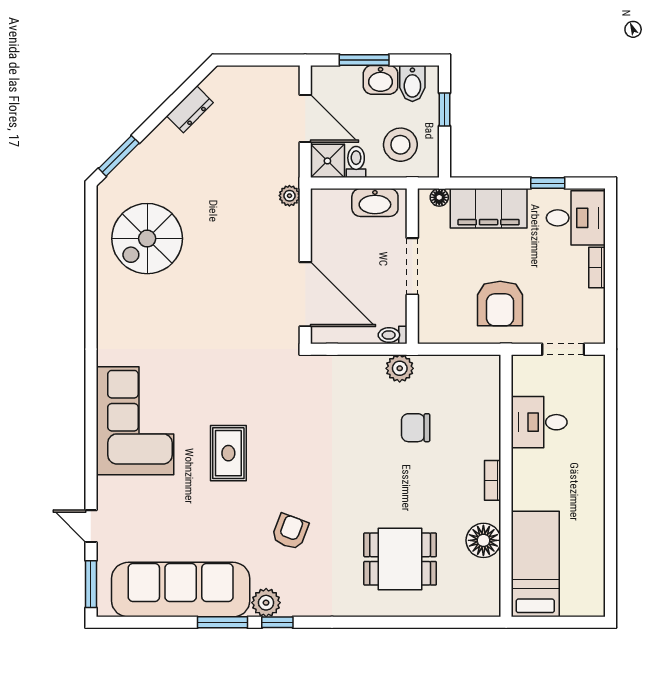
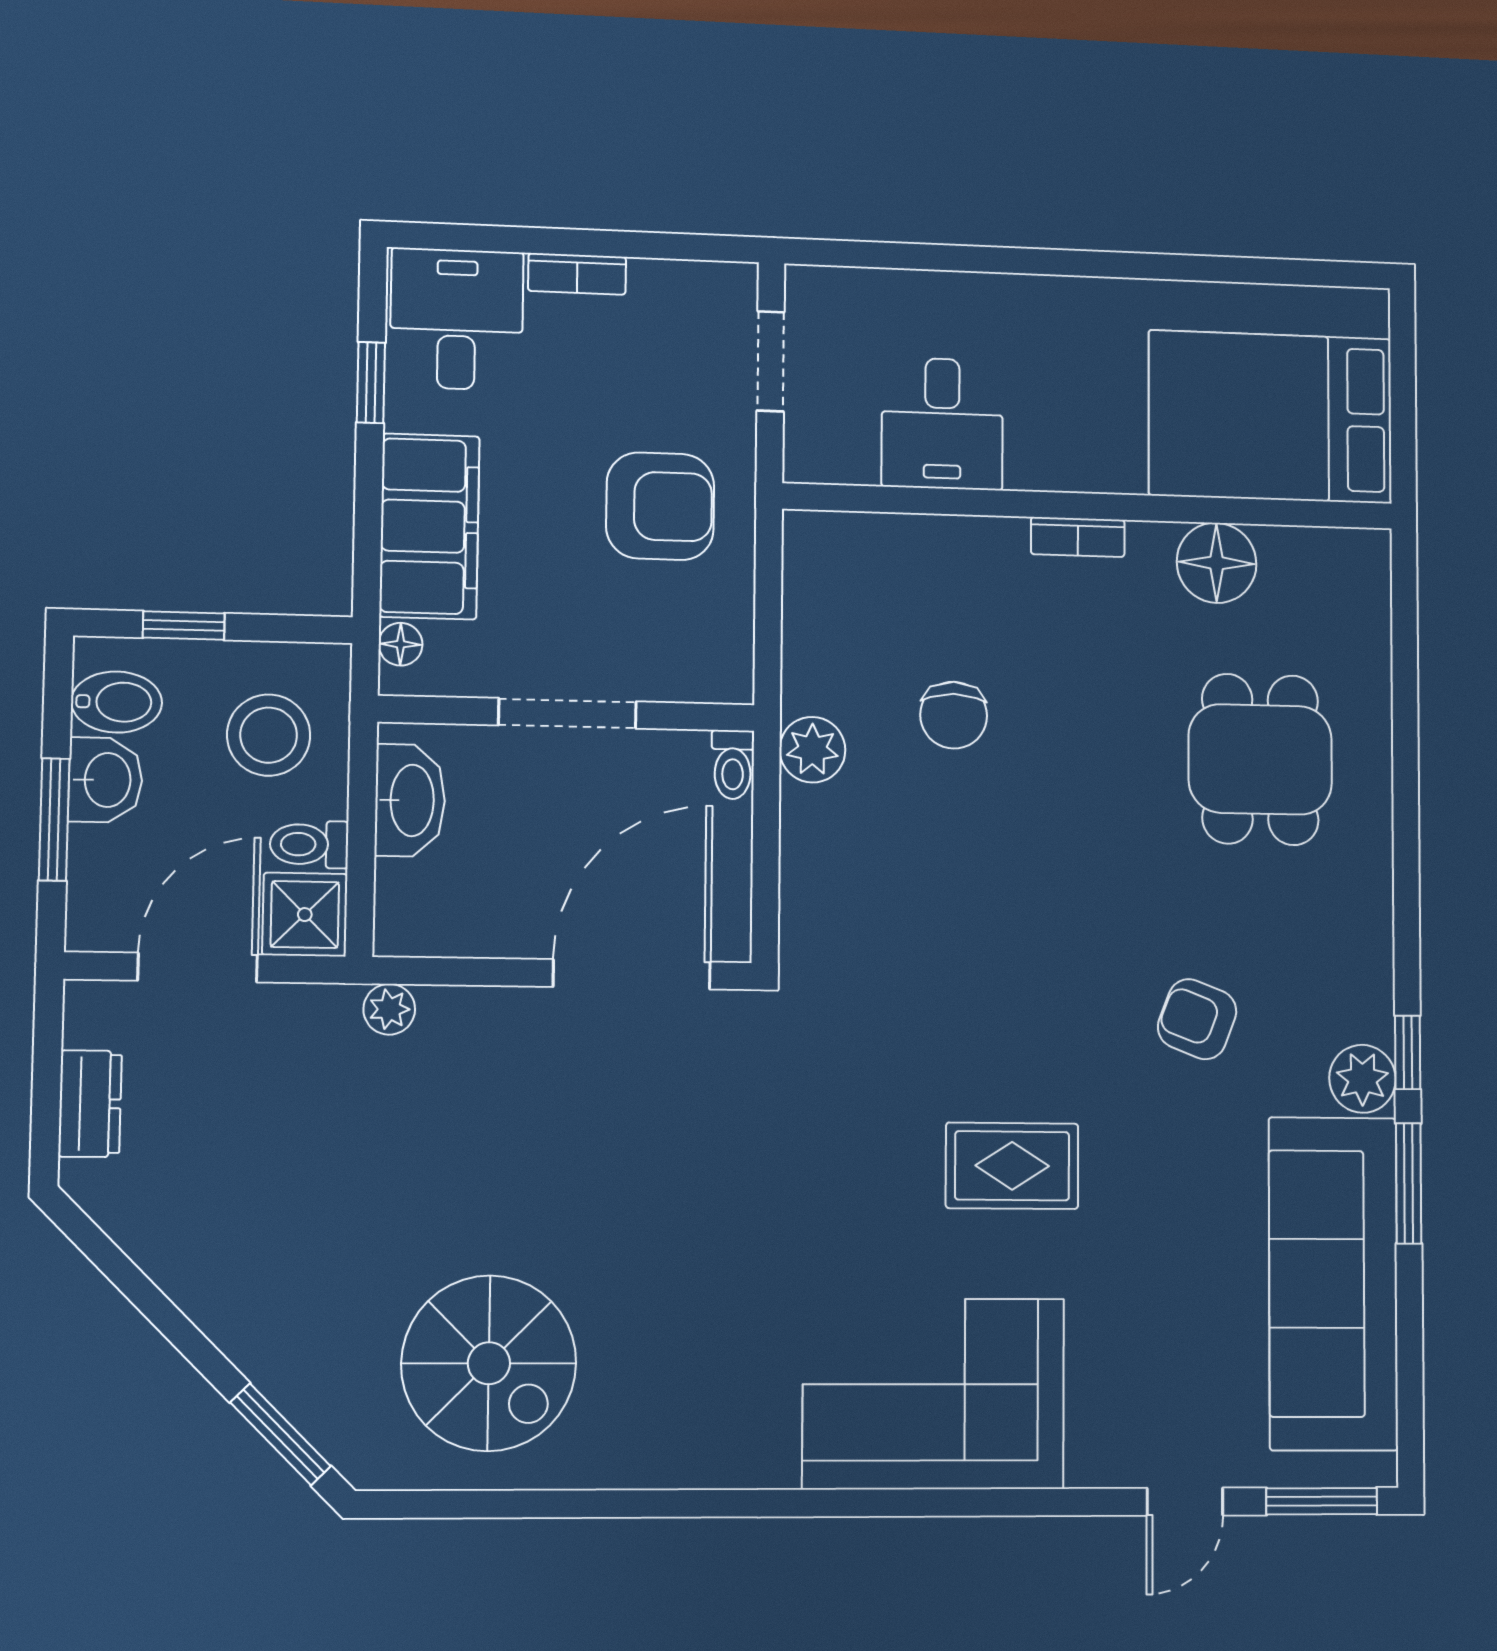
dresser: (190, 109) -> (90, 1104), moved, turned 45
bed: (535, 564) -> (1270, 417), width x1.50

